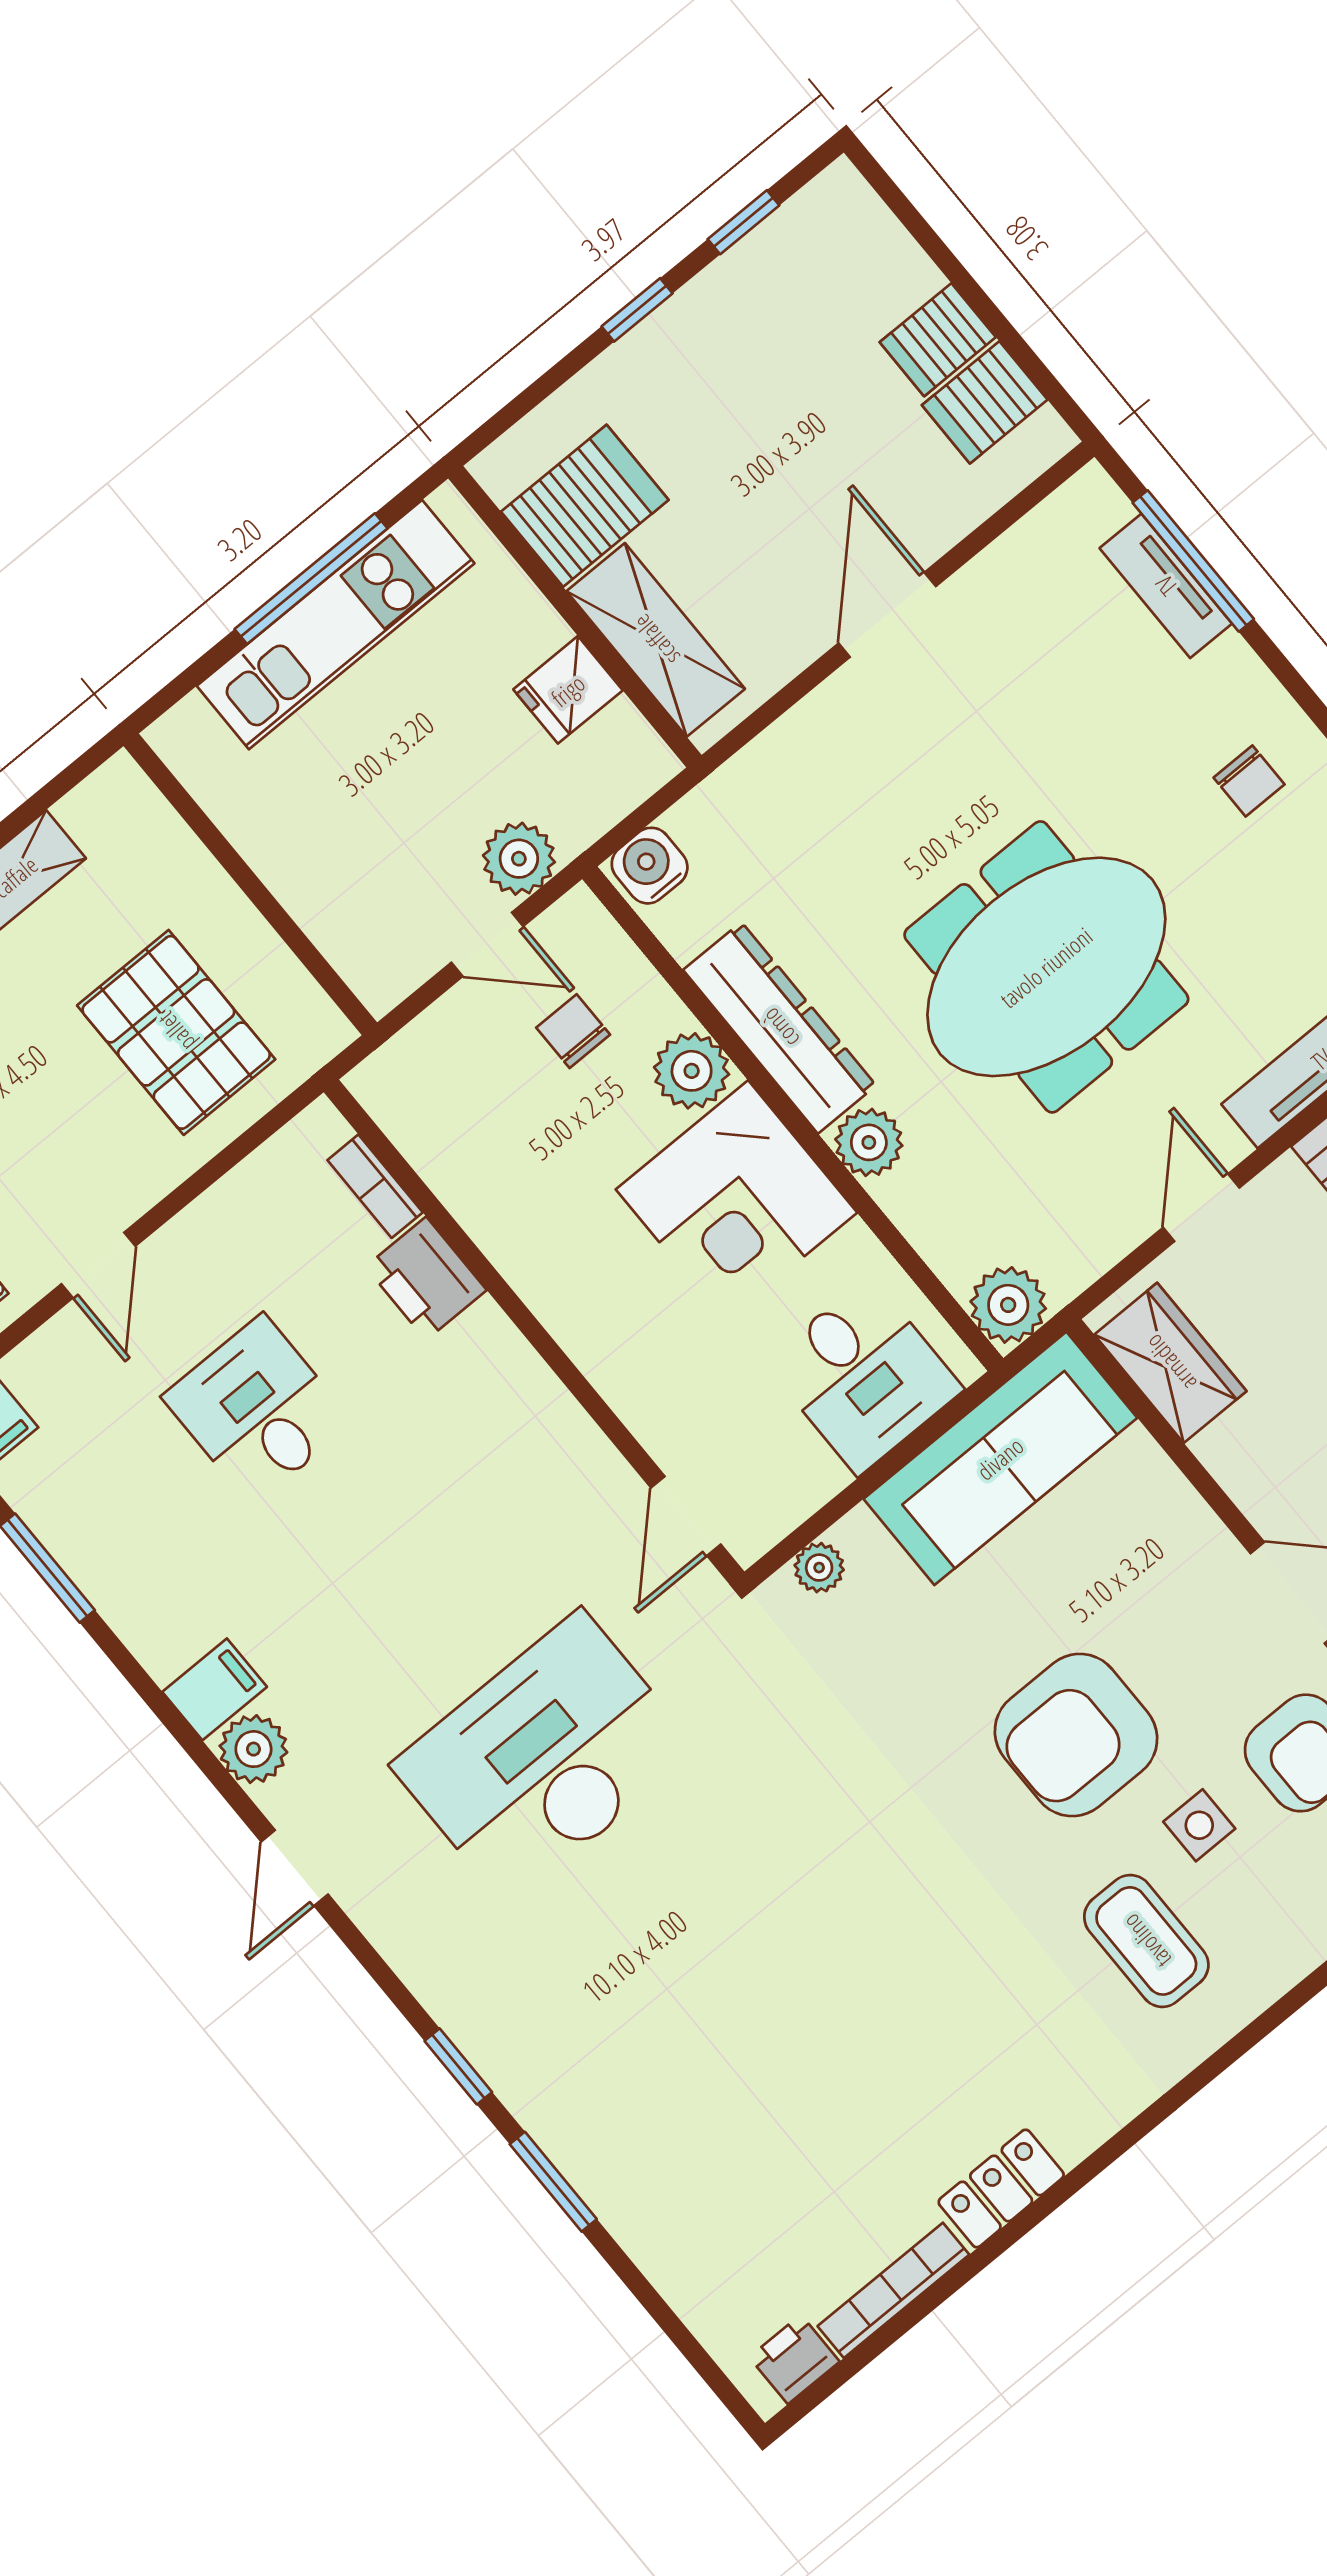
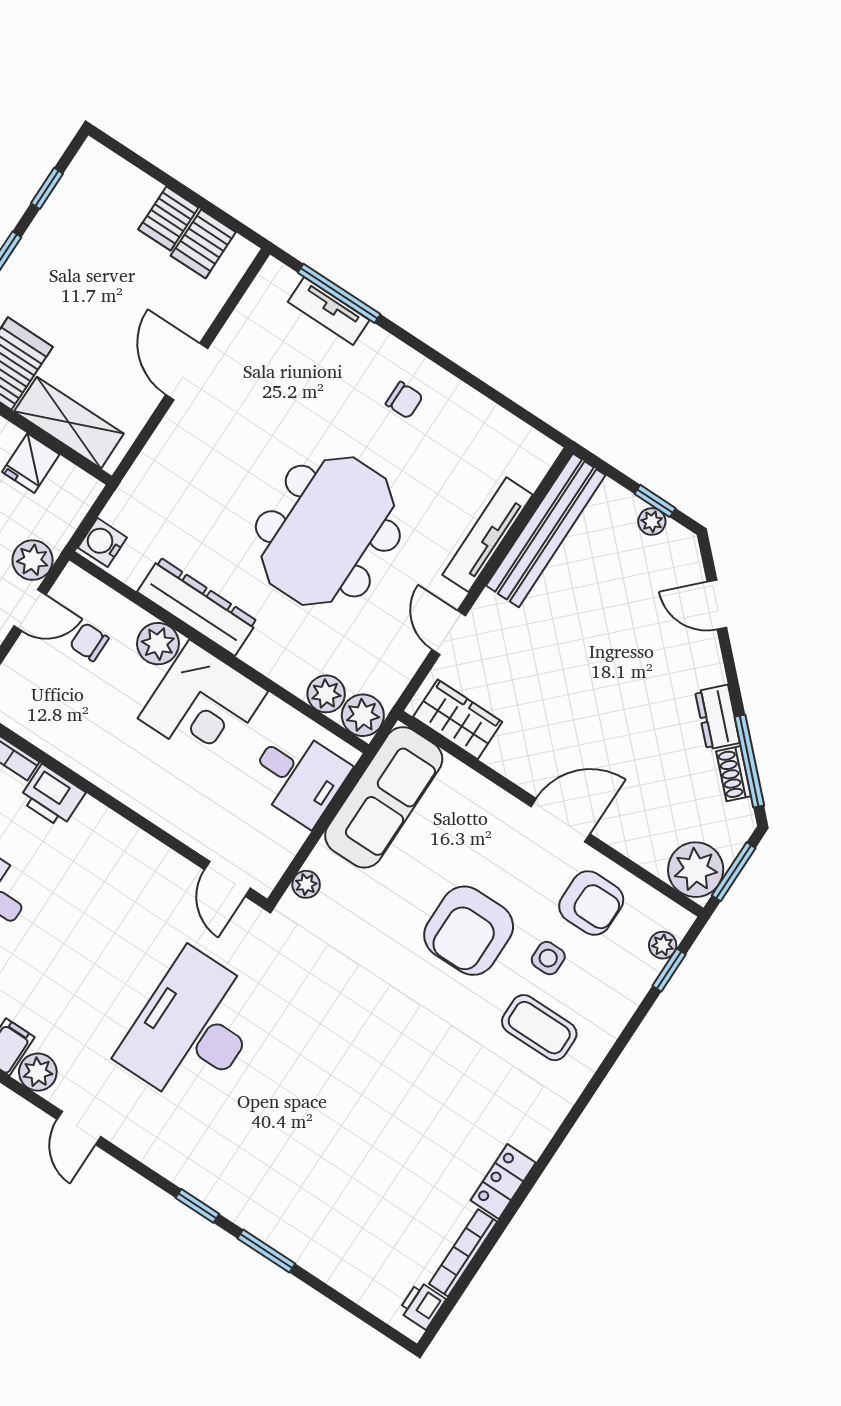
plant: (869, 1142) -> (326, 694), moved

